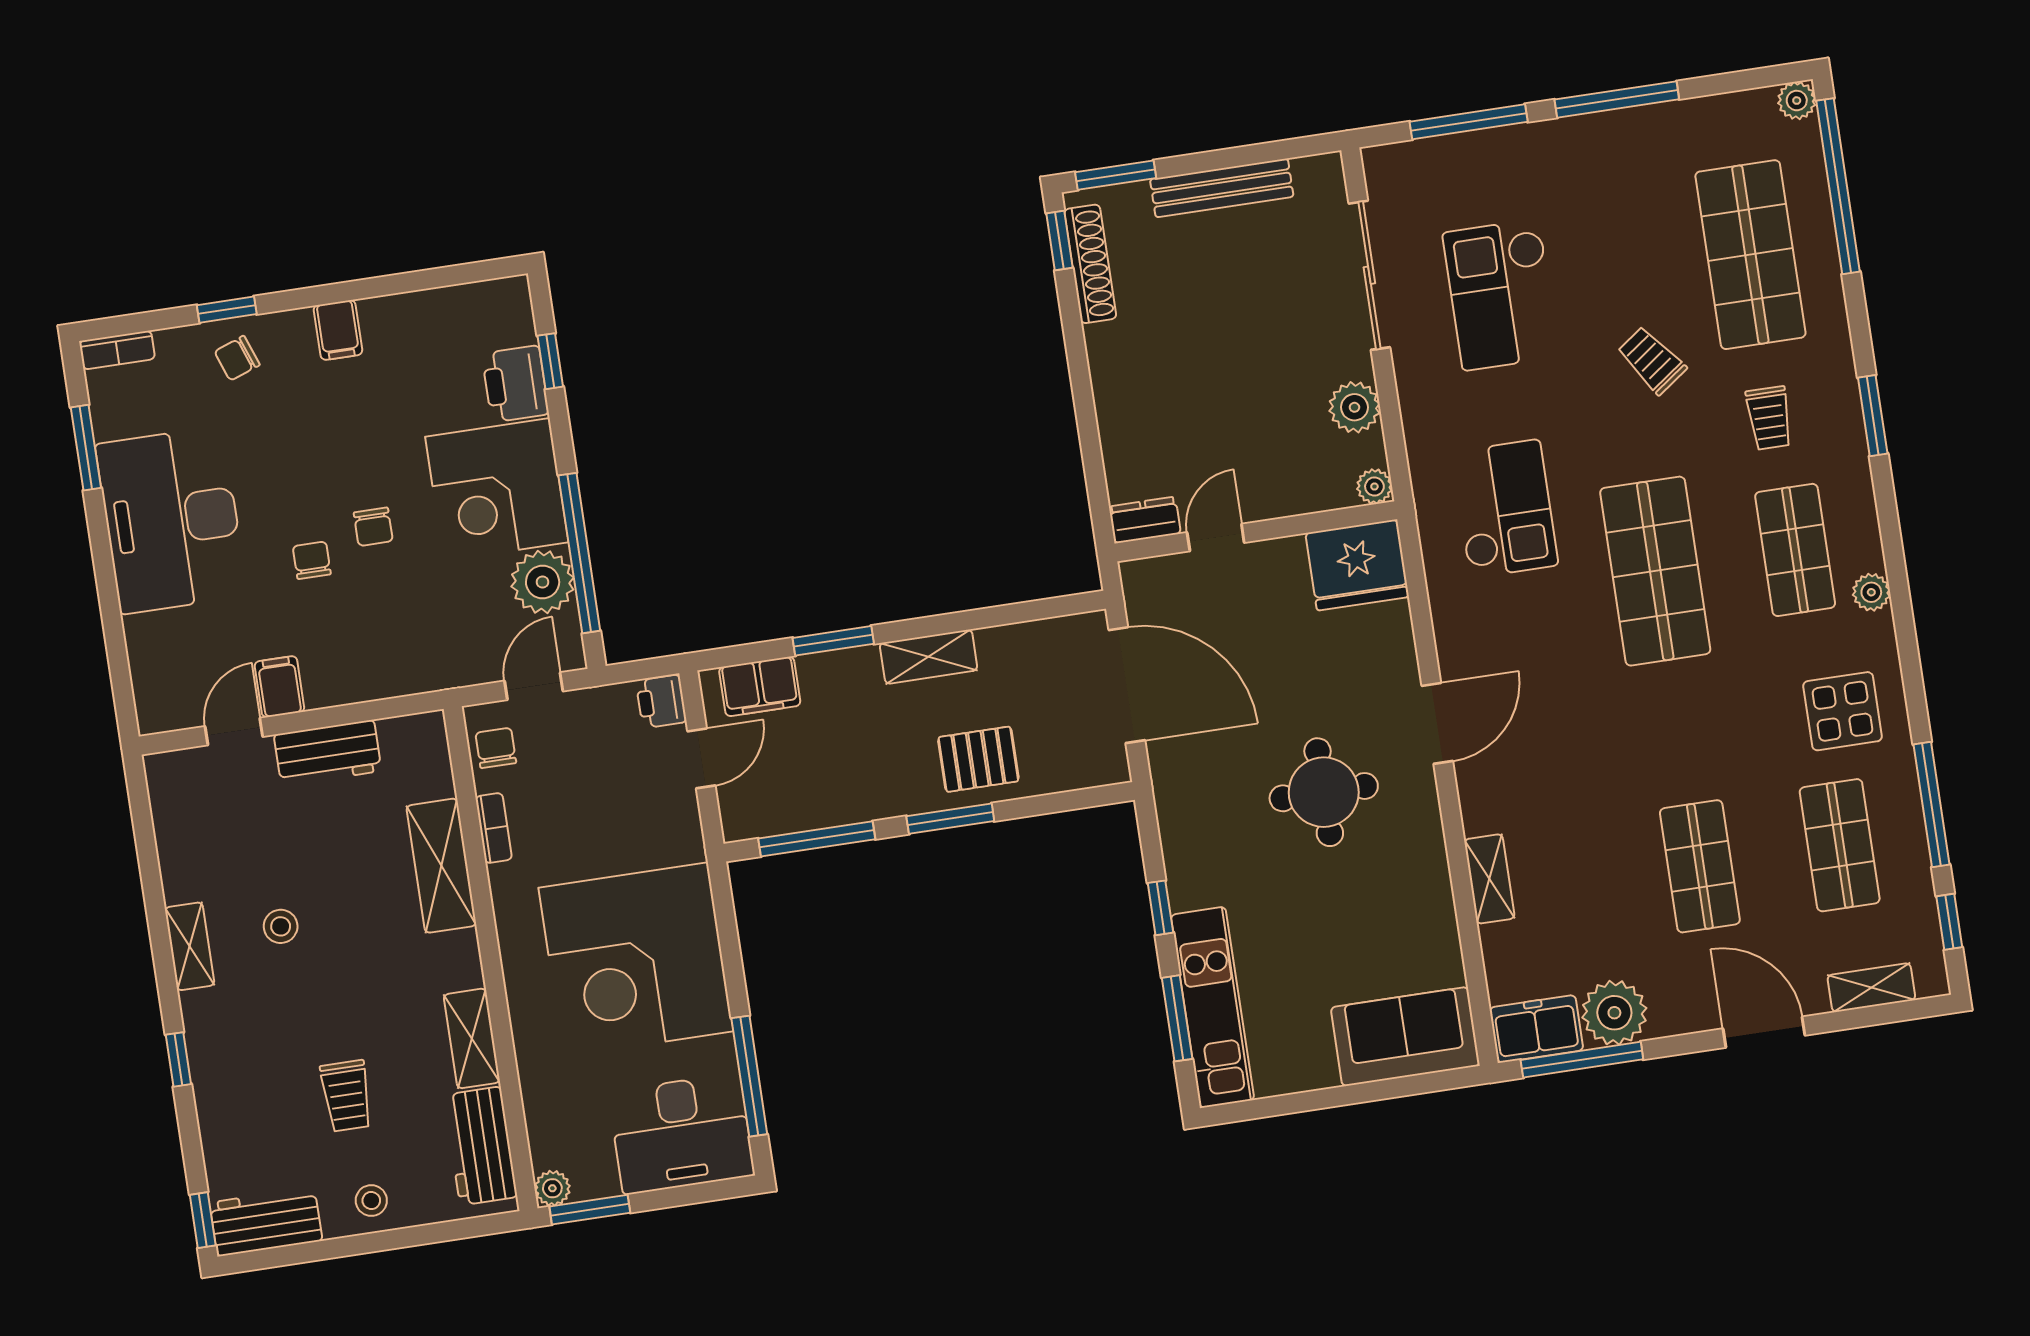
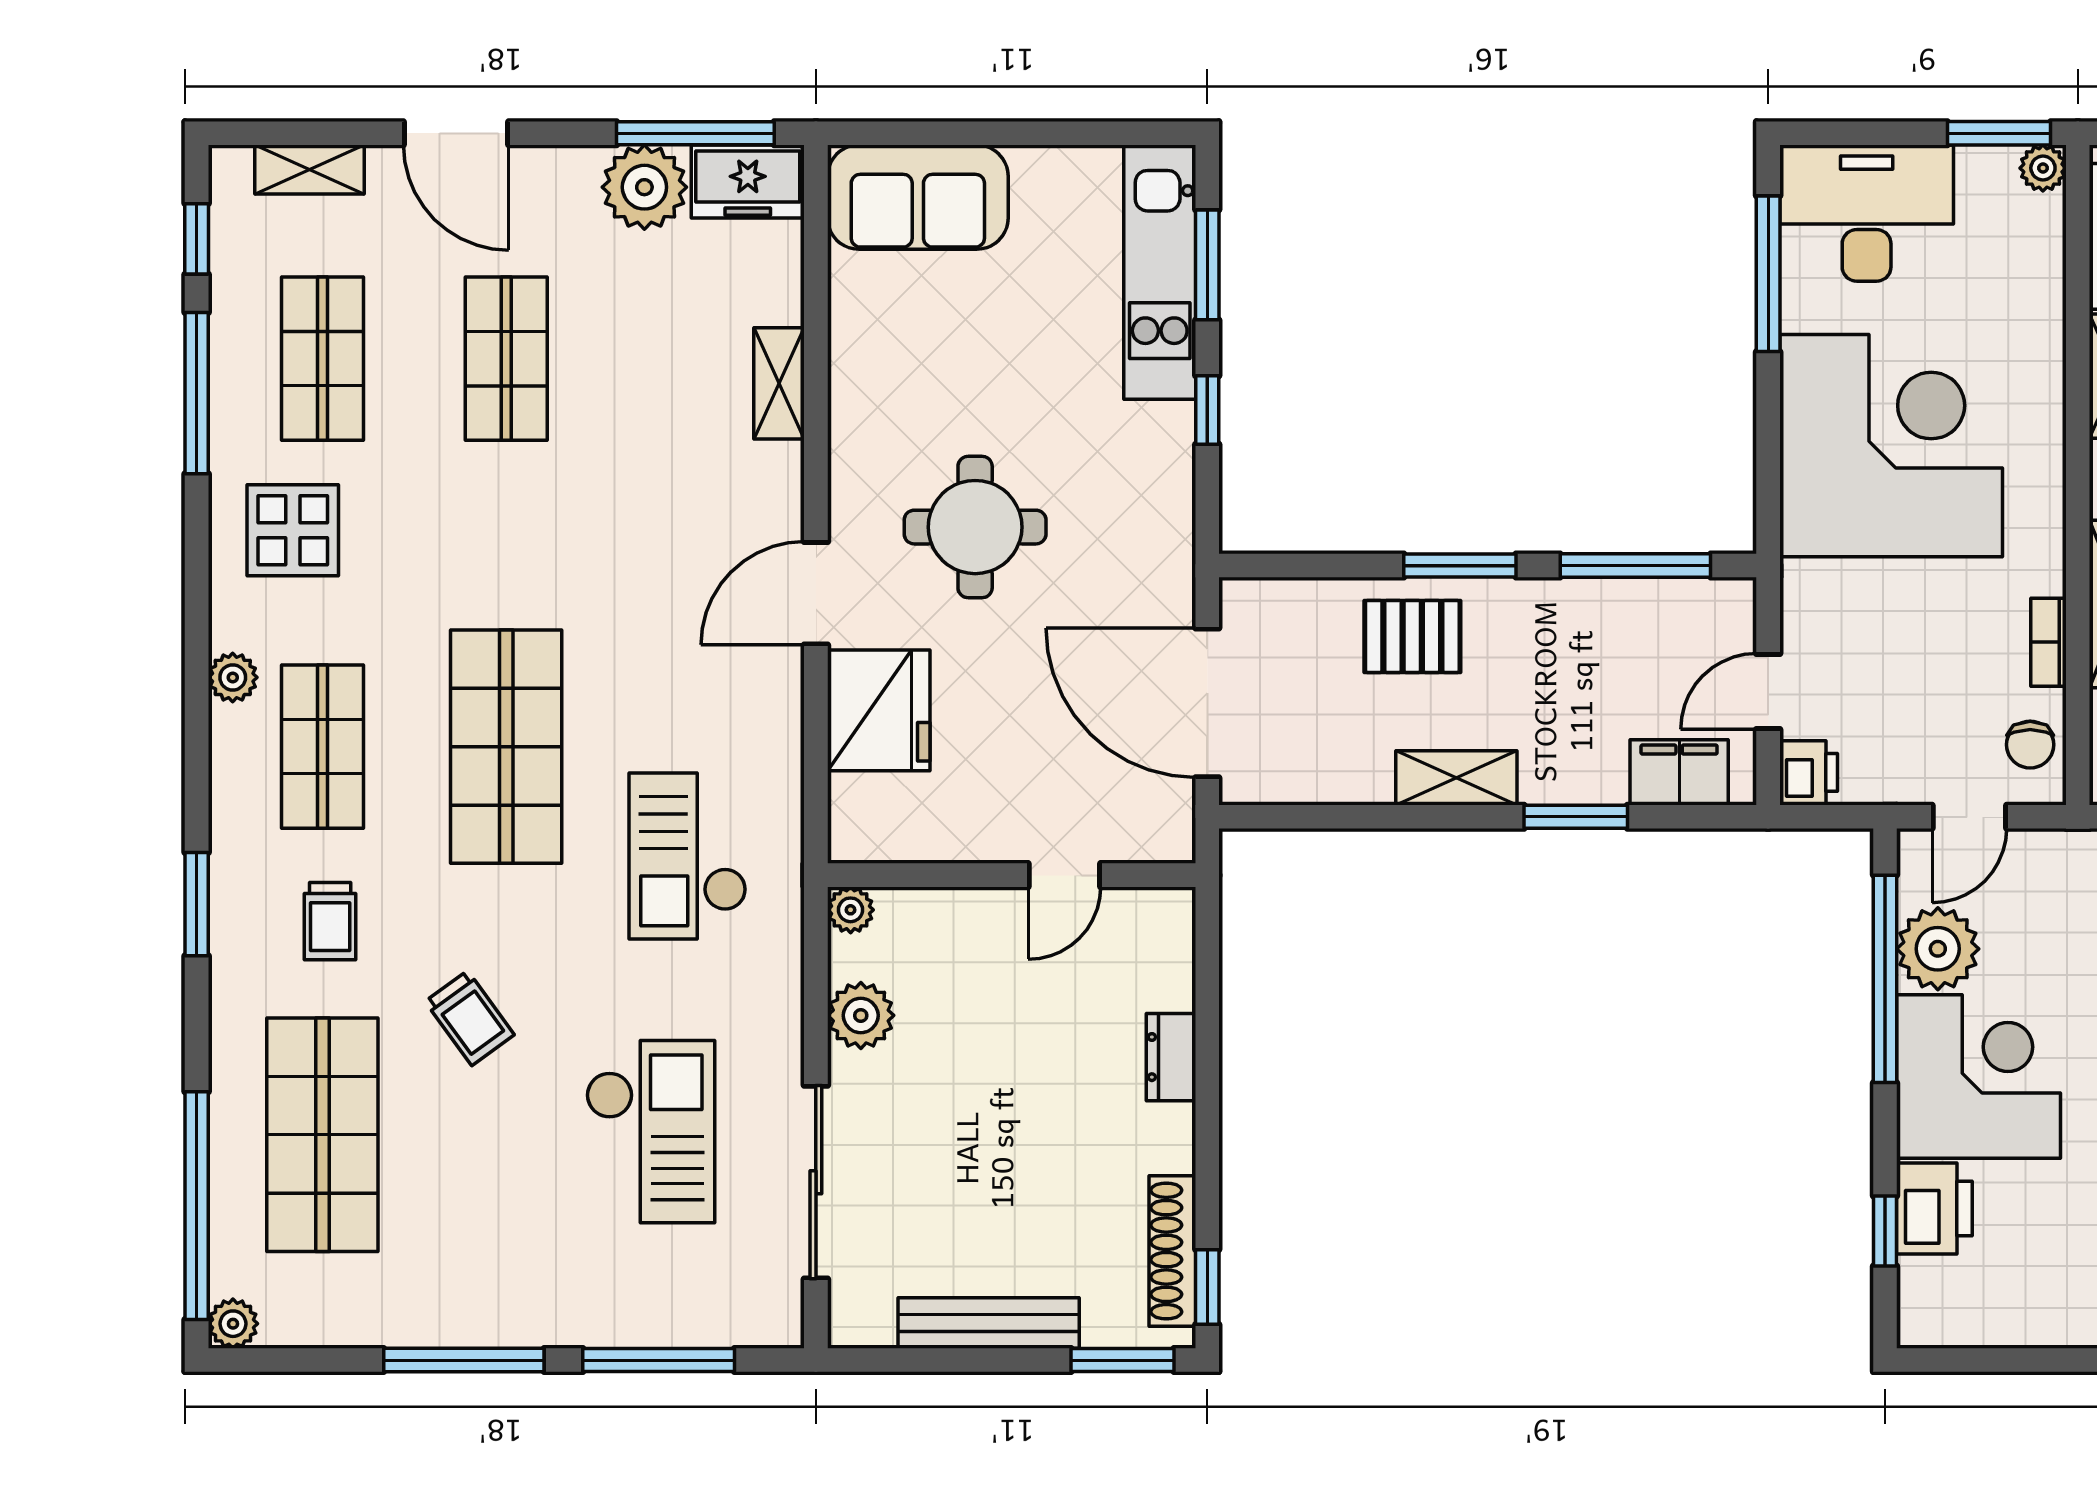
trolley: (1769, 418) -> (330, 921), turned 180
dresser: (1145, 520) -> (1171, 1057), moved, turned 90
fridge: (1357, 565) -> (879, 710), moved, turned 90

